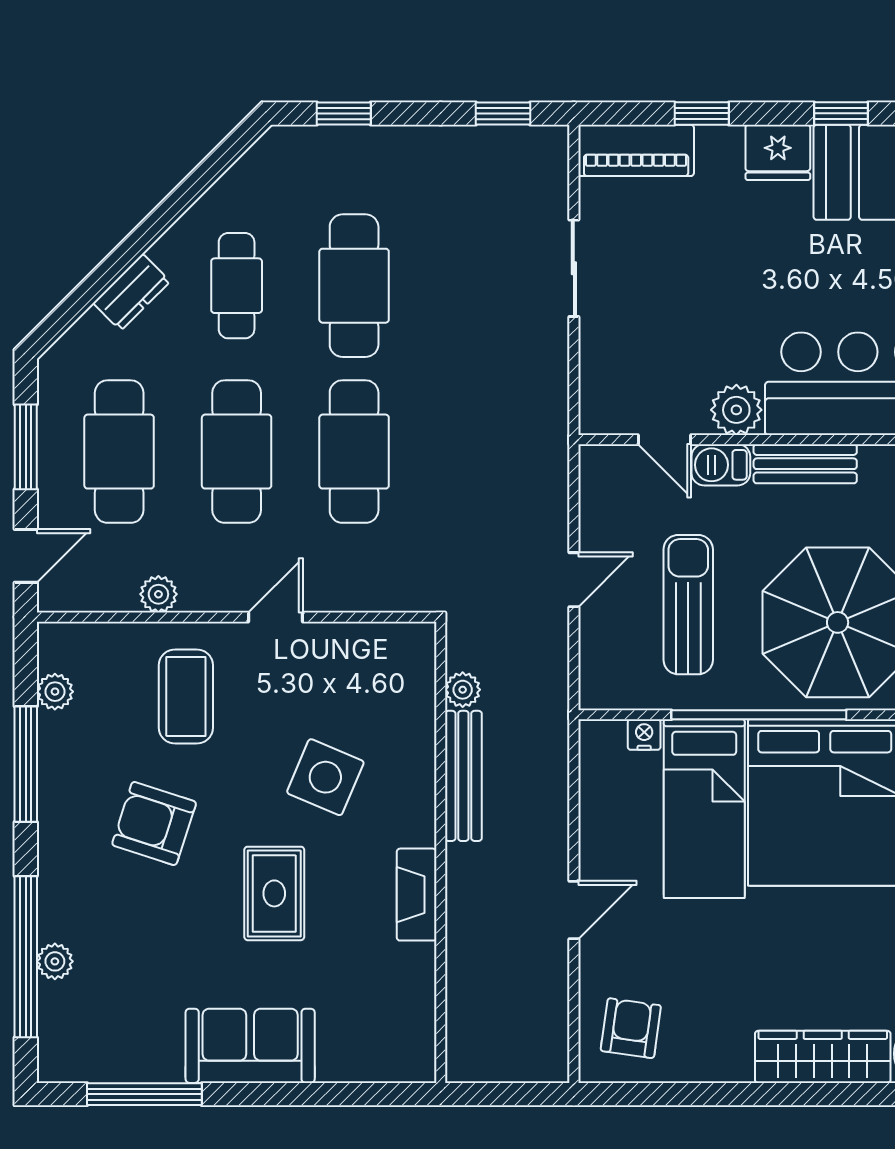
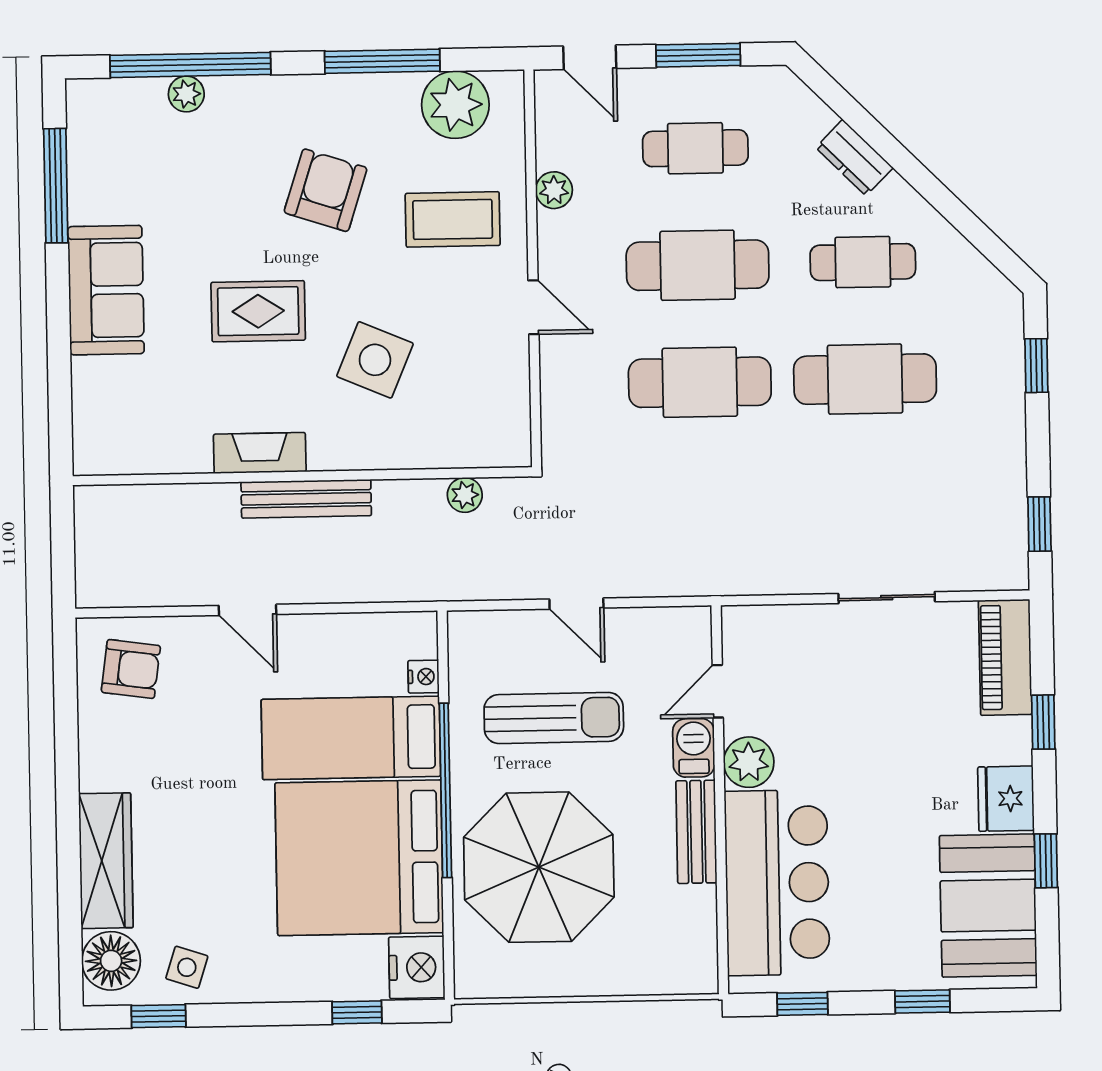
cafe table: (119, 452) -> (695, 148), width x0.73, depth x0.74
plant: (55, 692) -> (455, 105), width x1.87, depth x1.87
bench: (463, 776) -> (306, 499), moved

